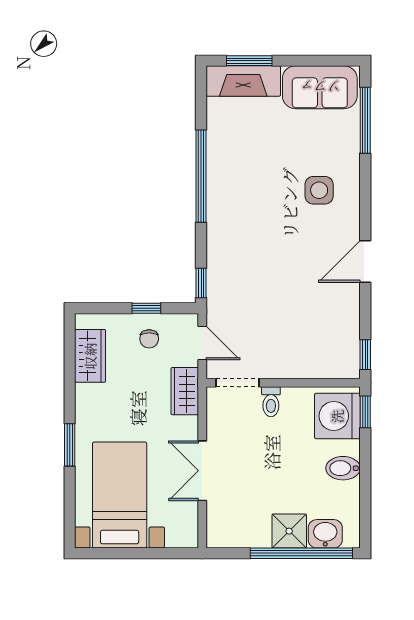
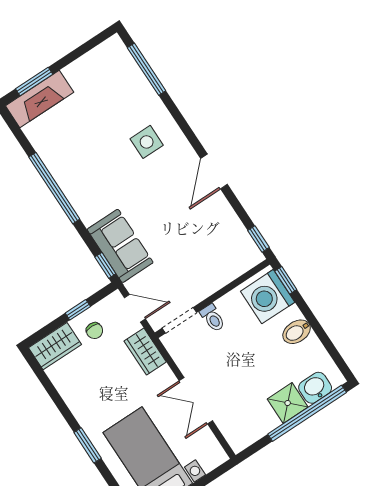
sofa: (320, 87) -> (120, 246), moved, turned -90
wardrobe: (90, 356) -> (55, 346), moved, turned 90

